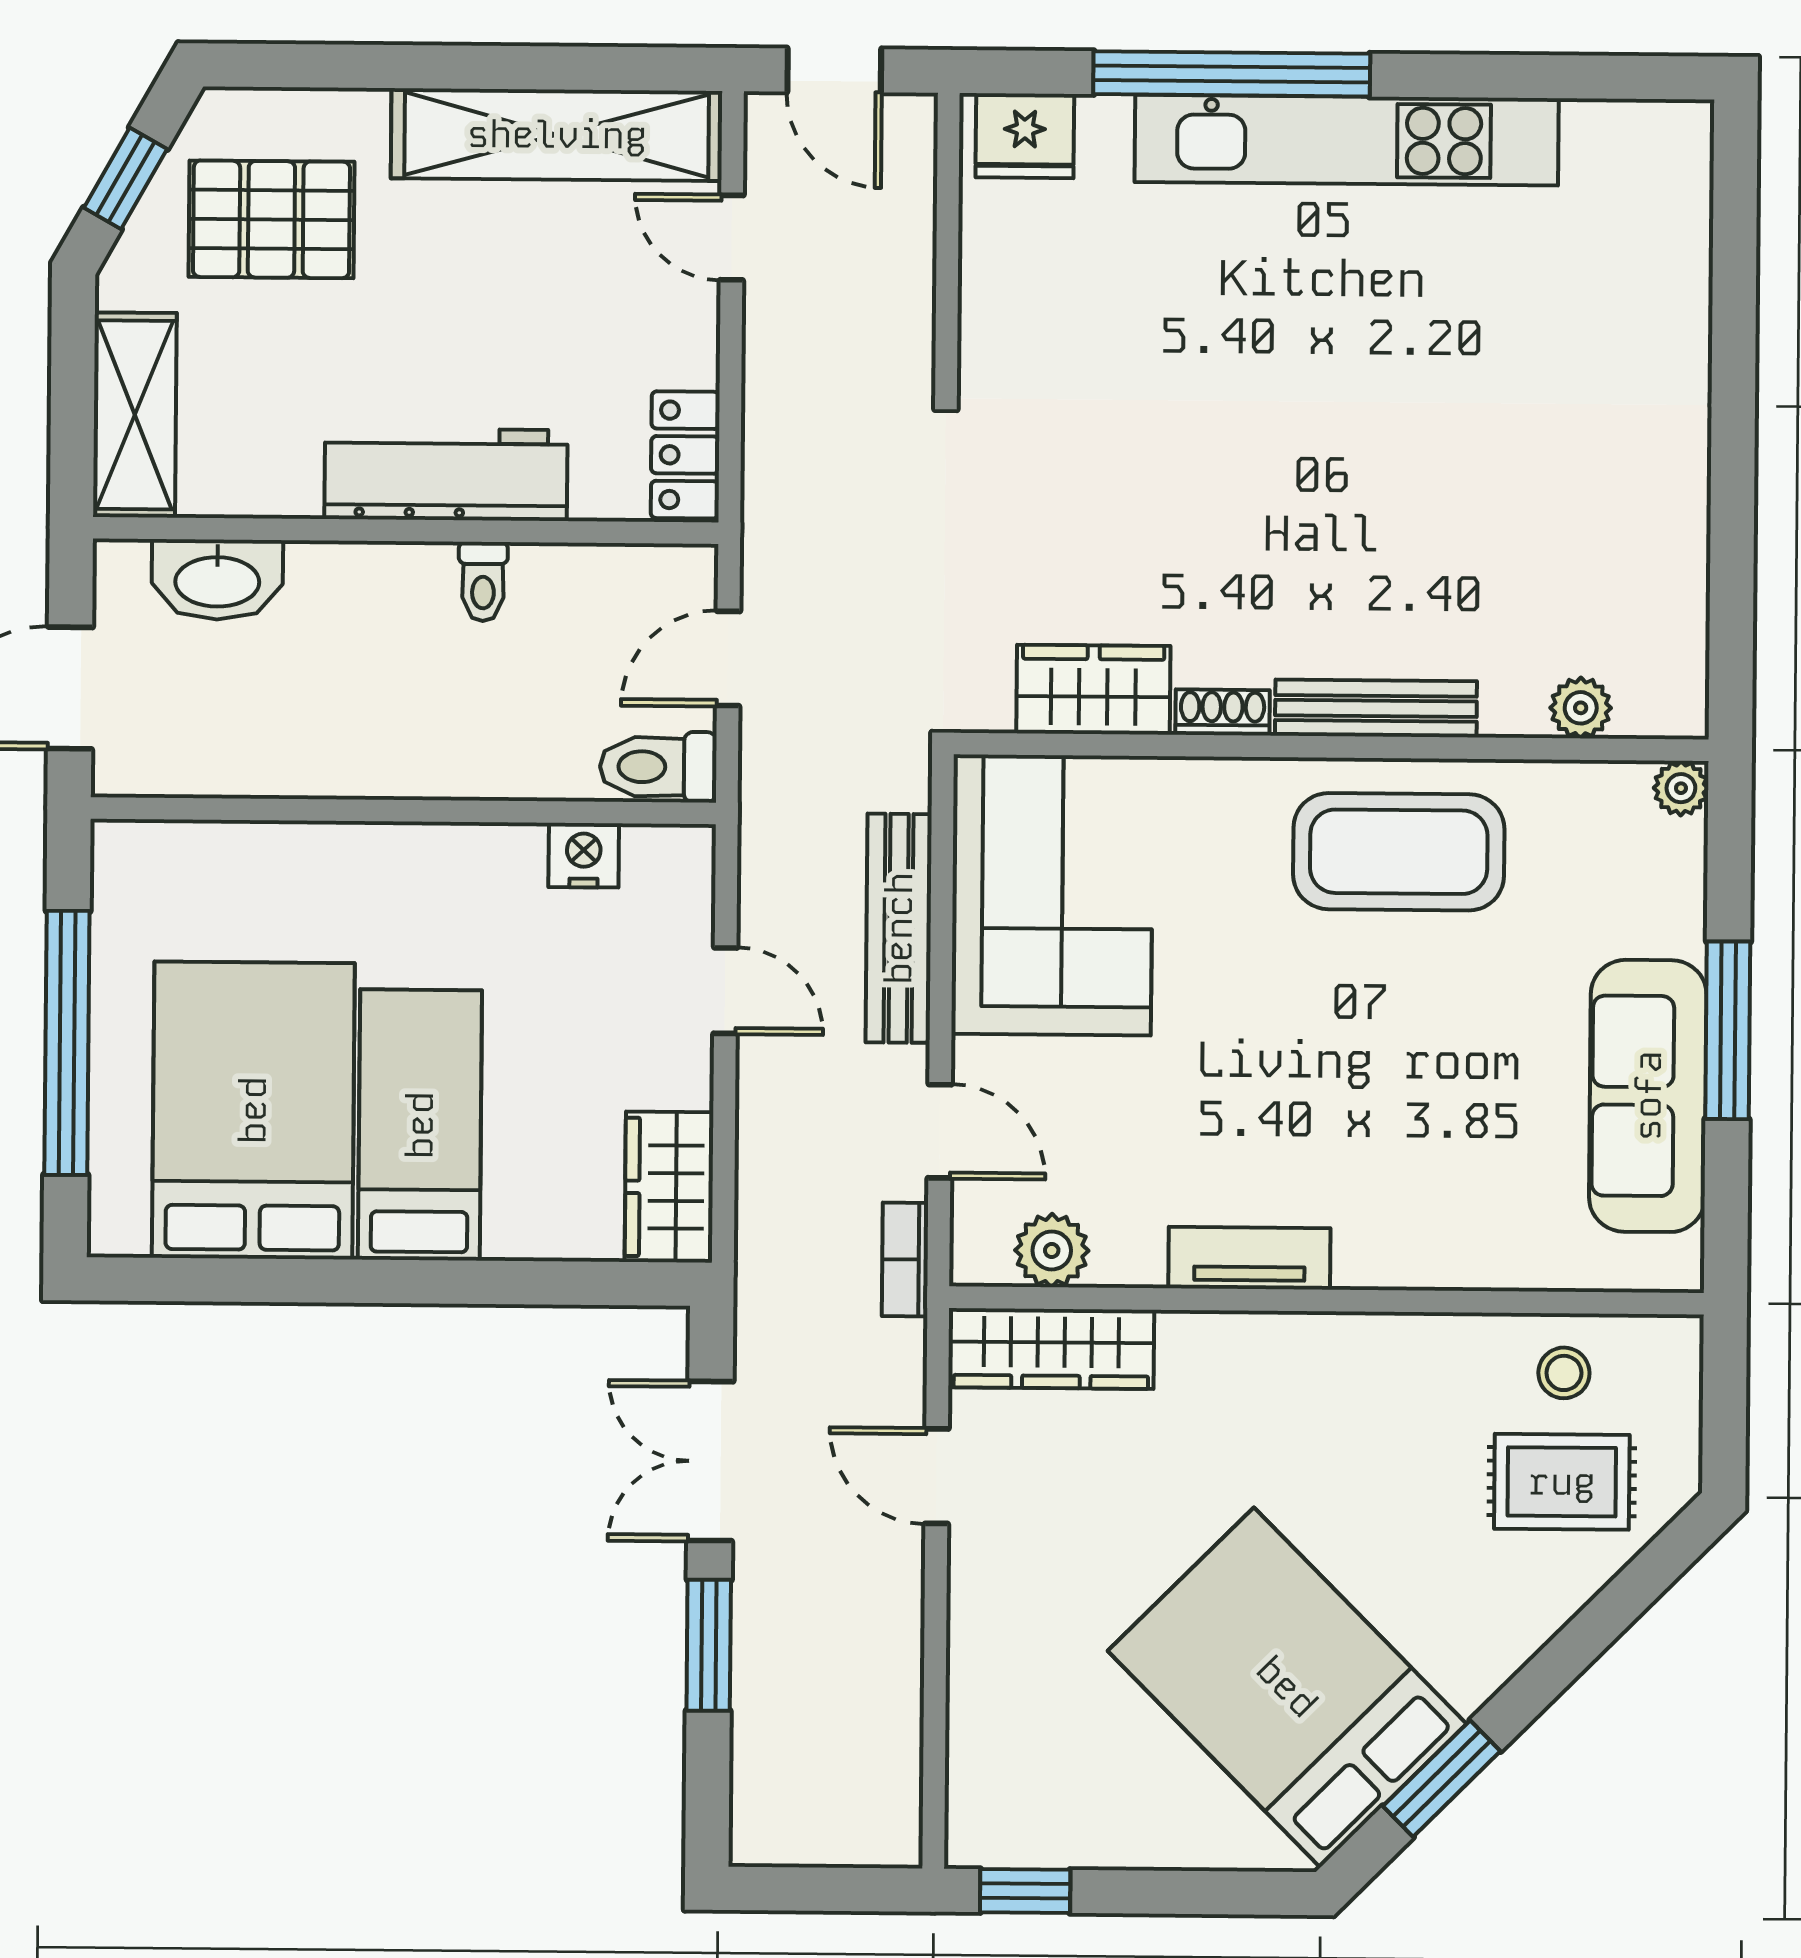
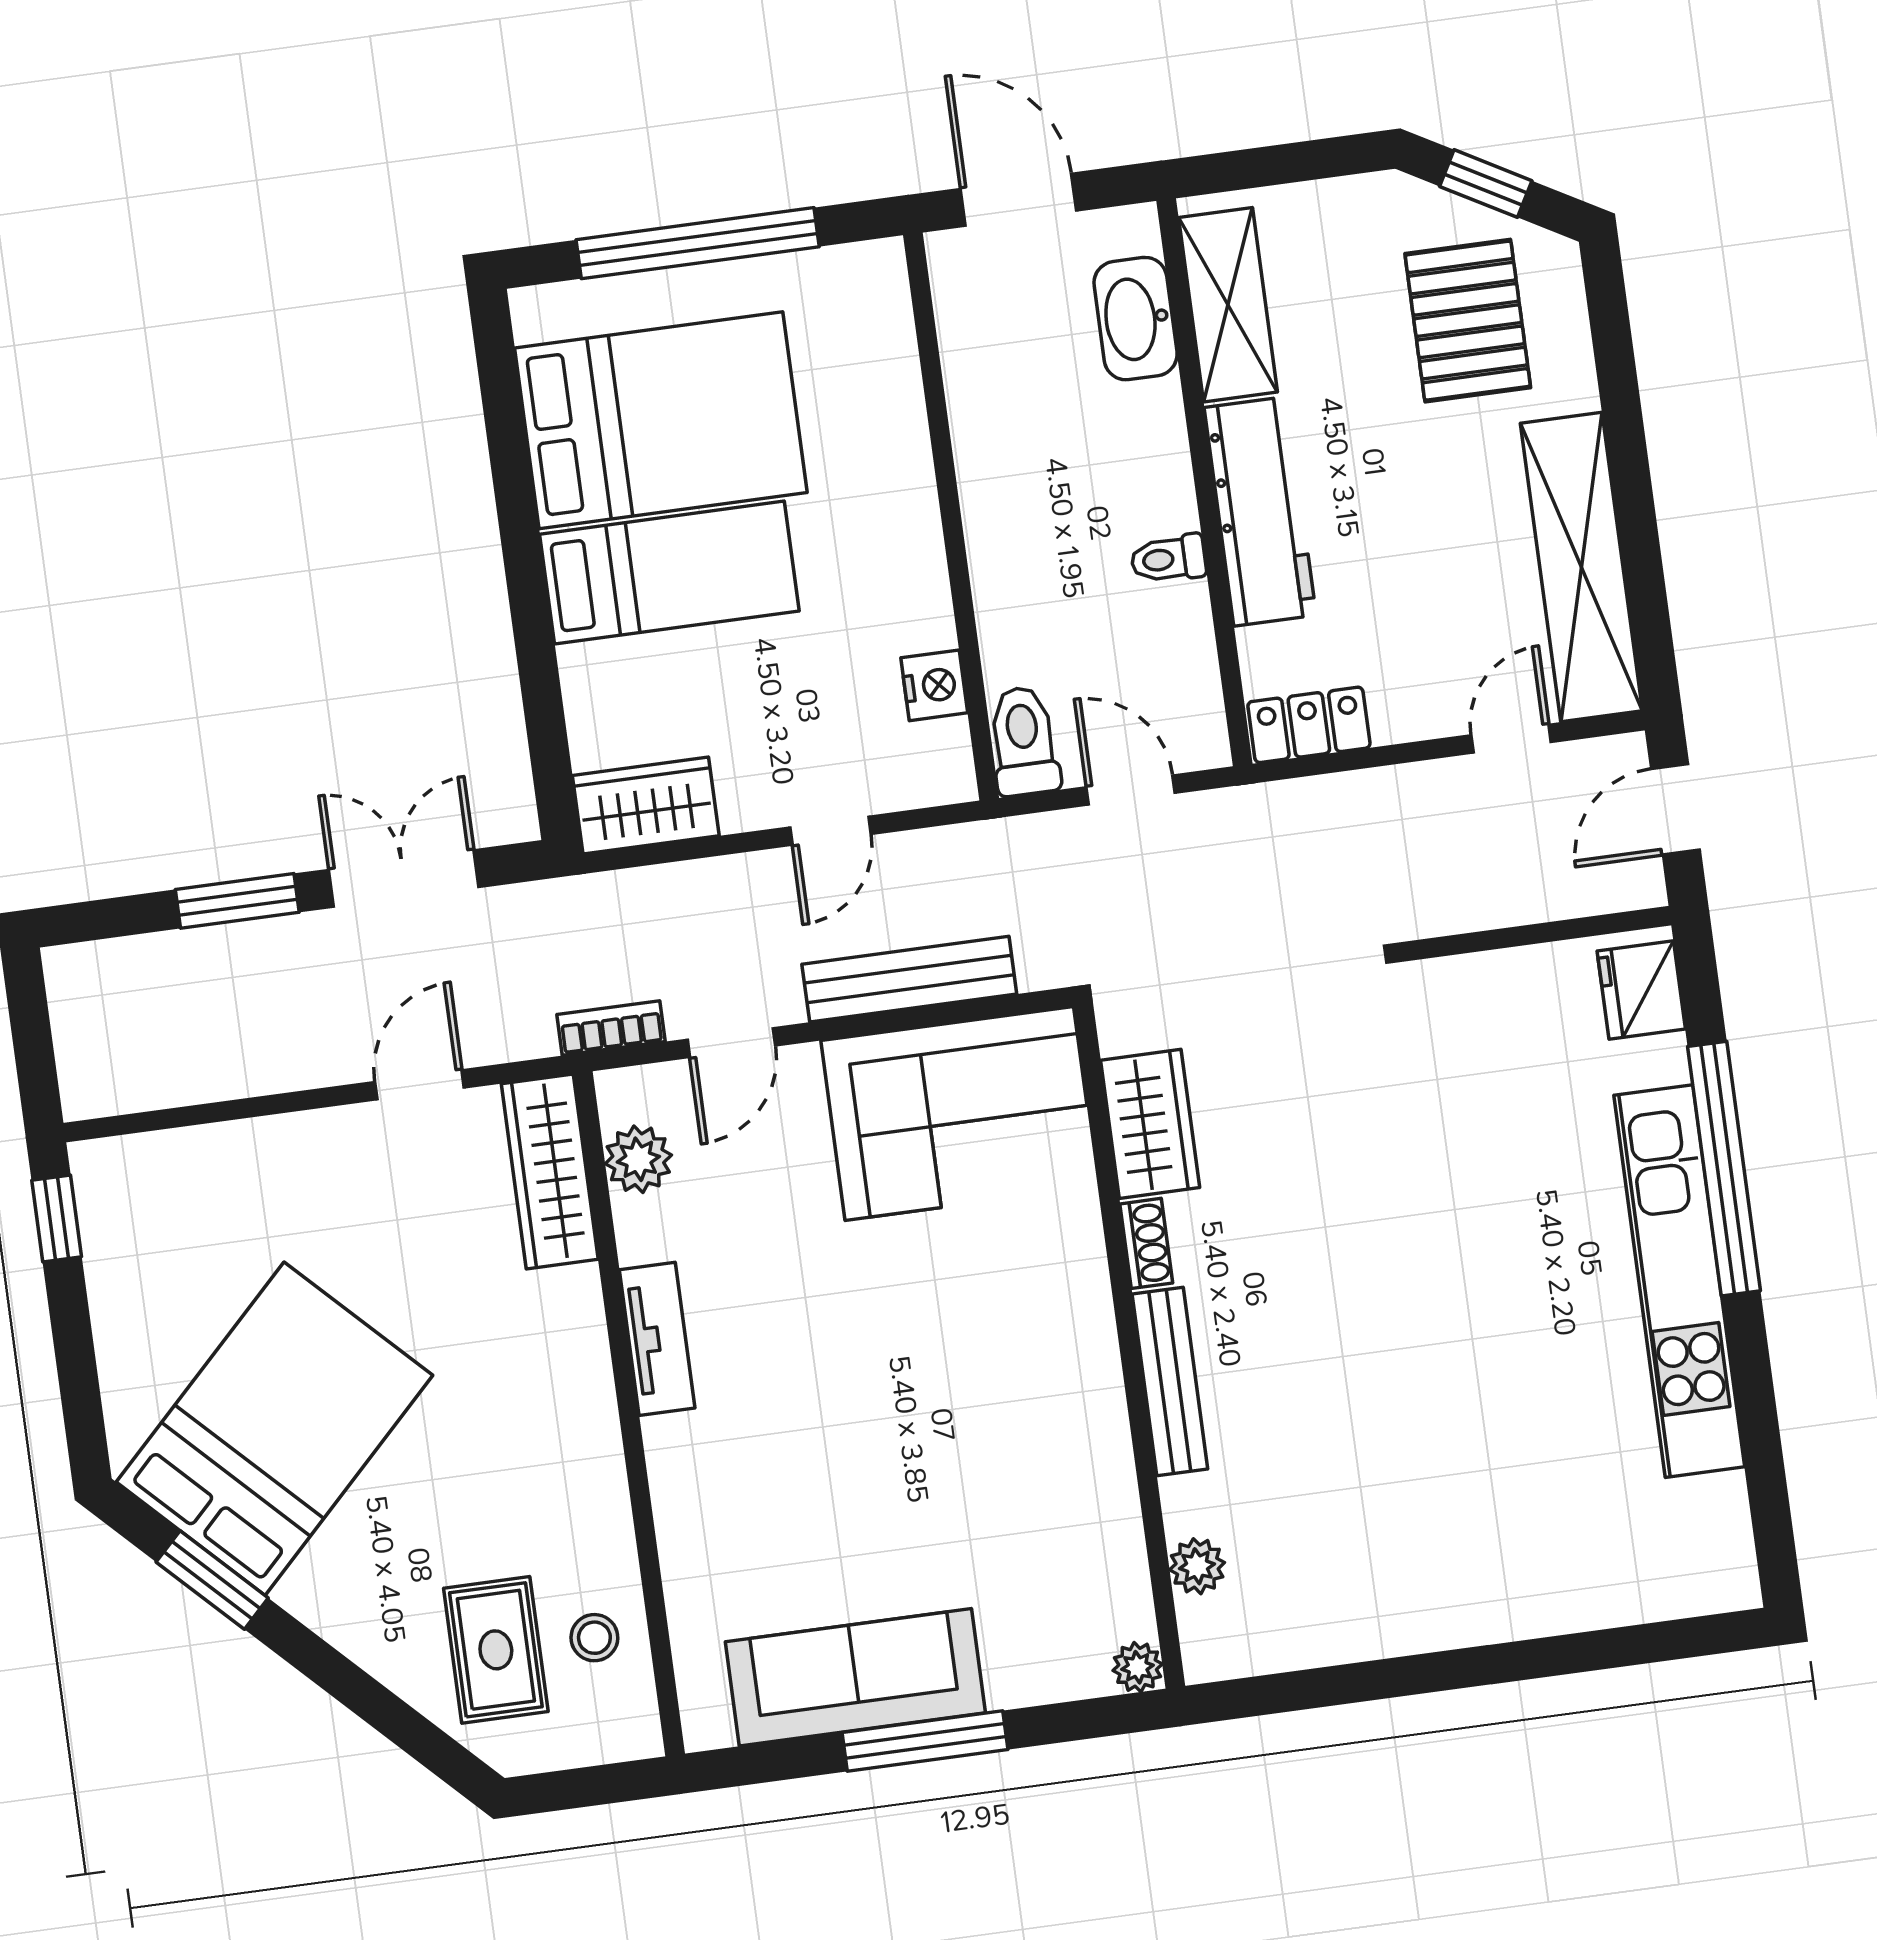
shelving: (135, 415) -> (1228, 305), moved, turned 90
coffee table: (1399, 852) -> (1043, 1421), removed

